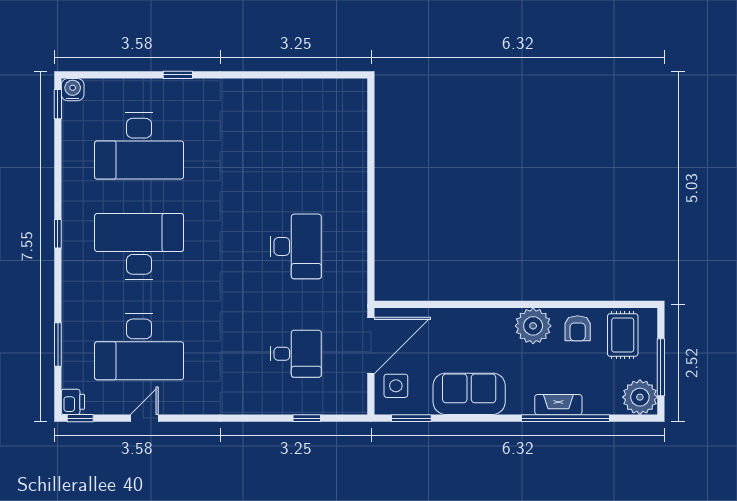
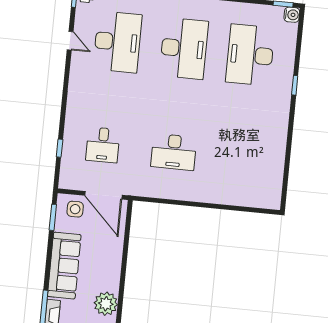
desk: (139, 347) -> (118, 42), turned 180
sofa: (469, 394) -> (64, 266), width x1.36

